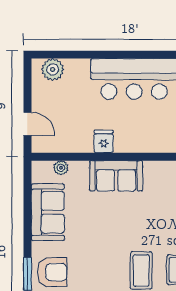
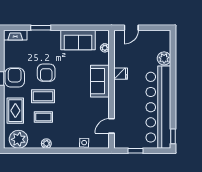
plant: (53, 69) -> (164, 58), moved
armchair: (52, 272) -> (46, 73), moved

